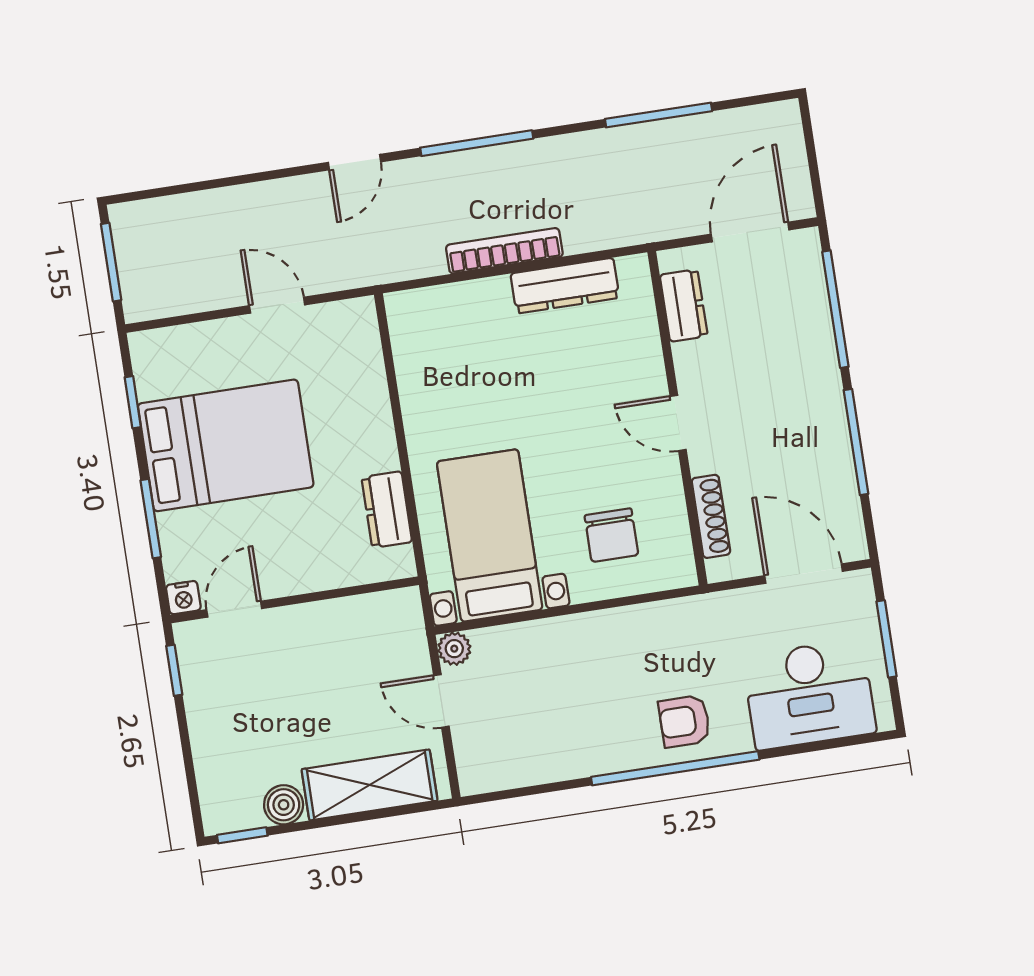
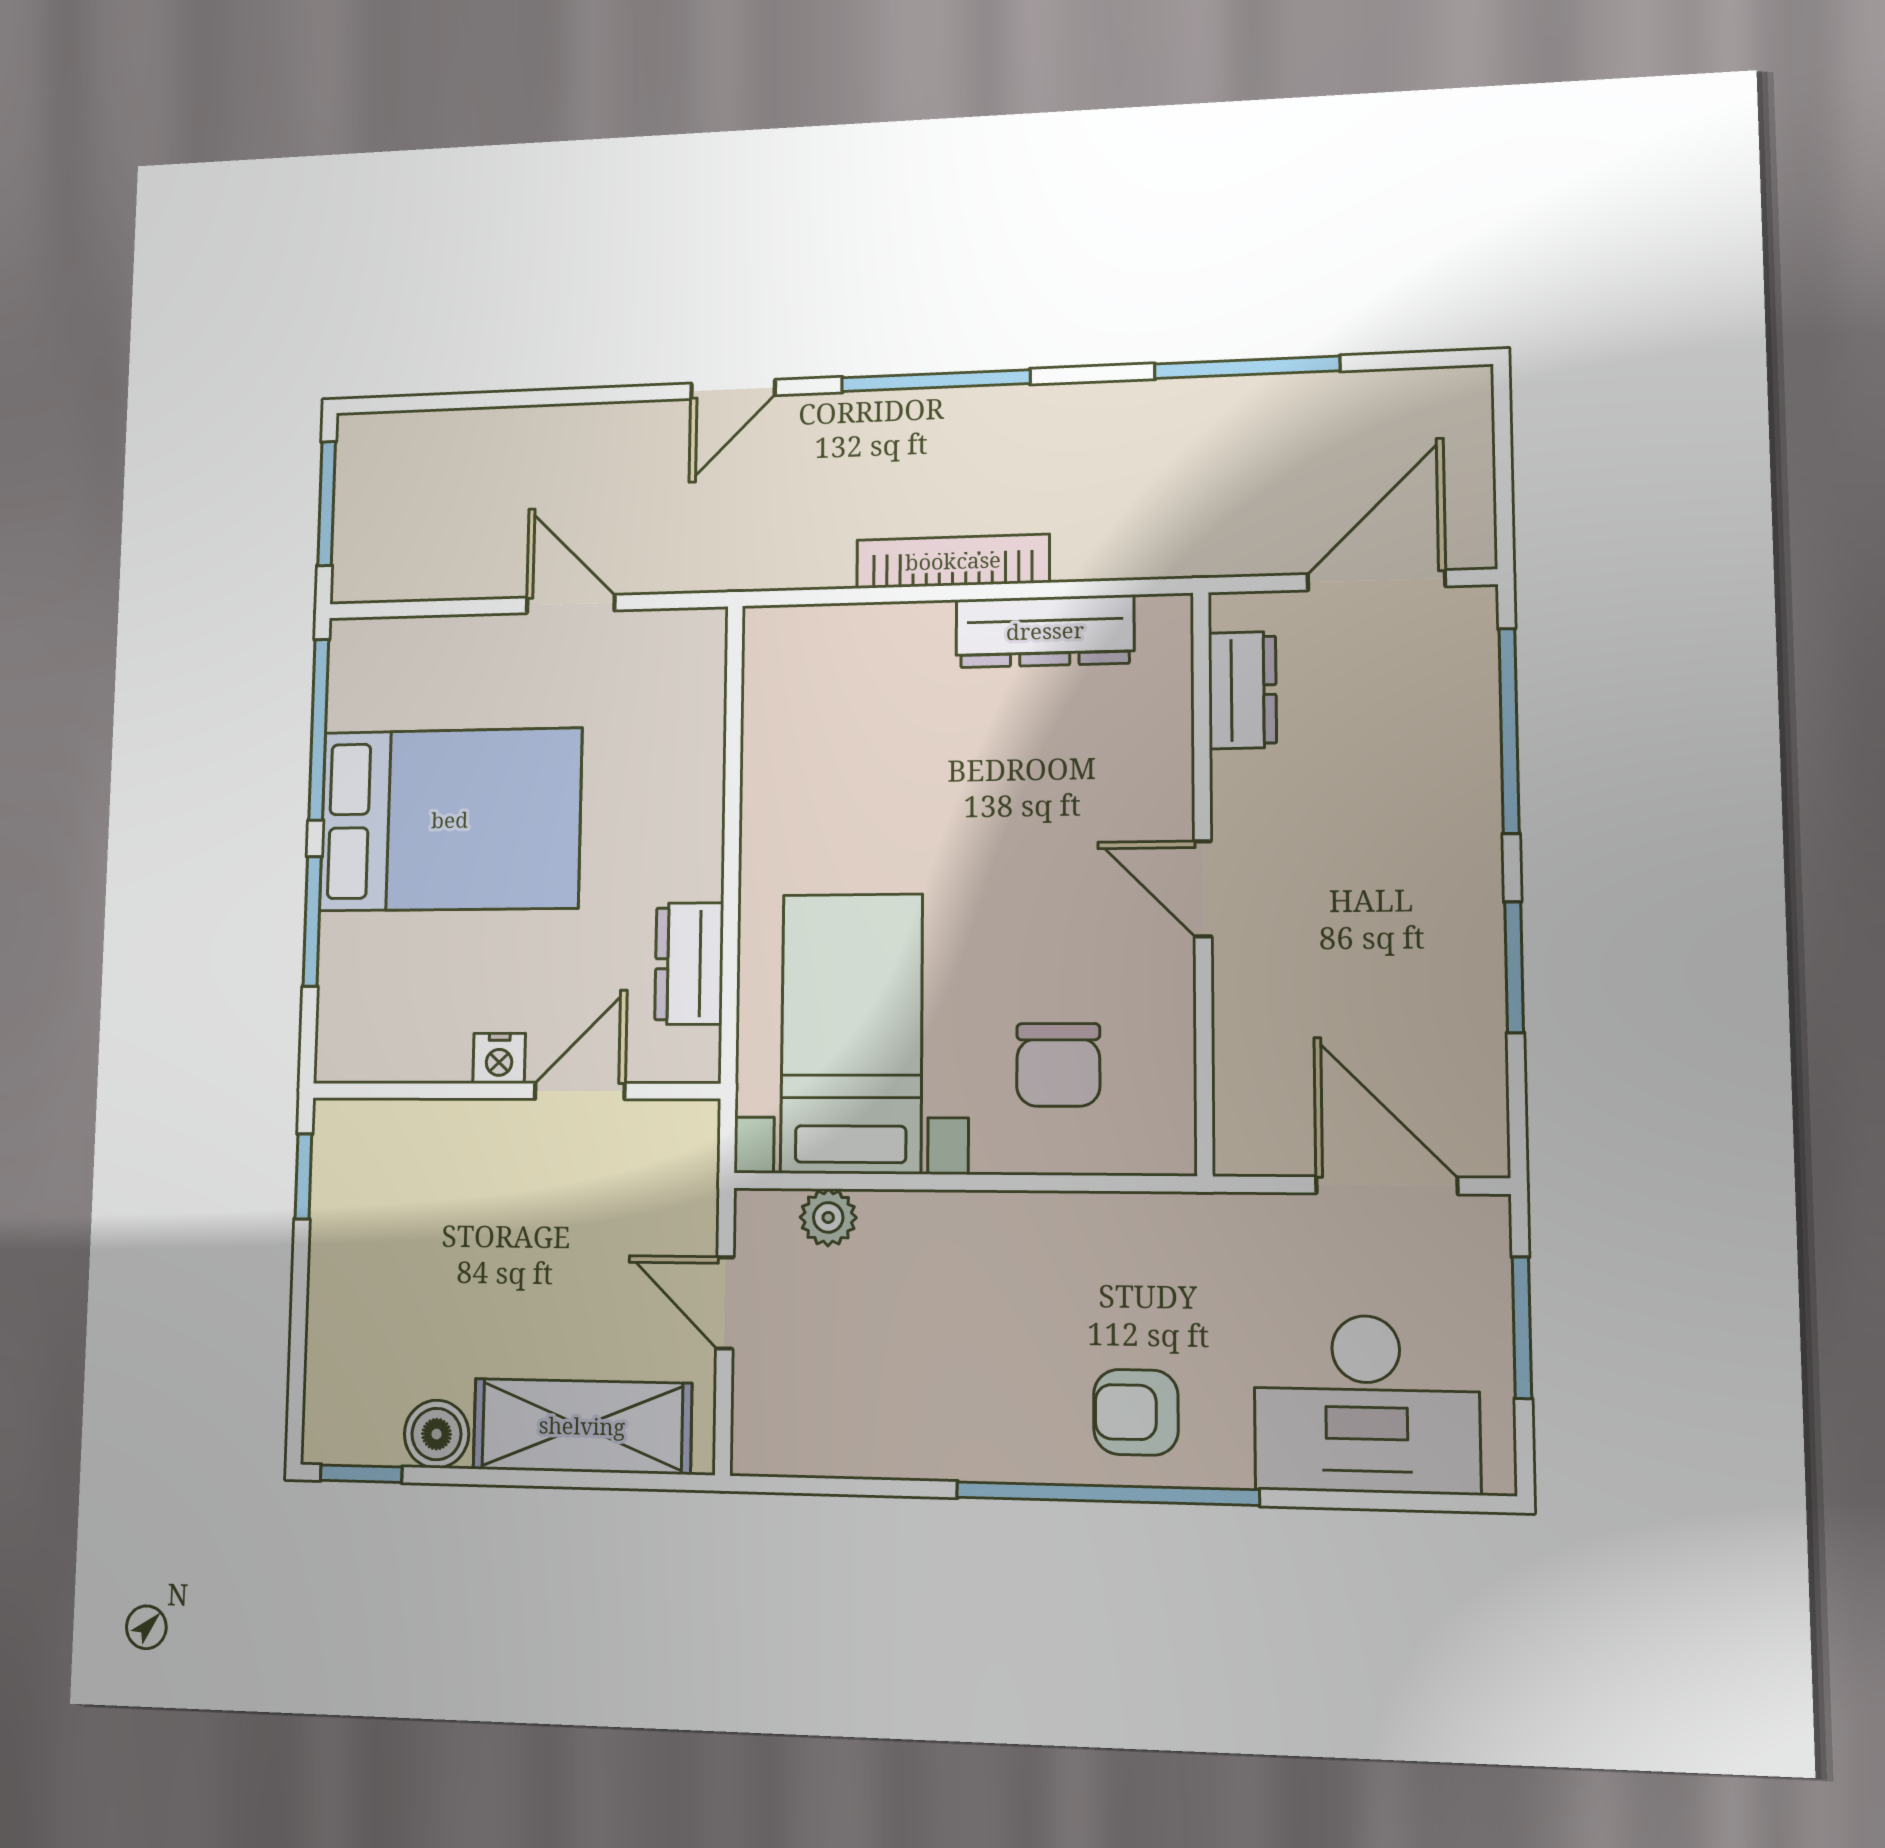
window: (133, 402) -> (319, 730), width x2.17
window: (856, 442) -> (1514, 967), width x0.69
shoe rack: (711, 516) -> (1236, 1059), removed
nightstand: (183, 598) -> (499, 1058), moved
door: (234, 609) -> (580, 1091), moved
plant: (454, 649) -> (828, 1217), moved

